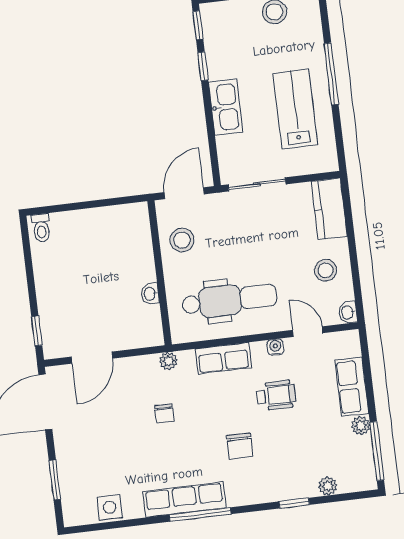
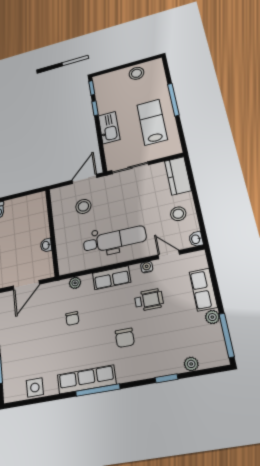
wall: (159, 273) -> (52, 232), moved
washbasin: (150, 294) -> (46, 245), moved

